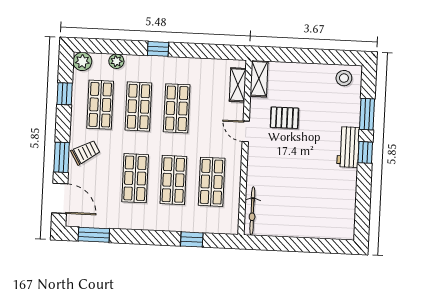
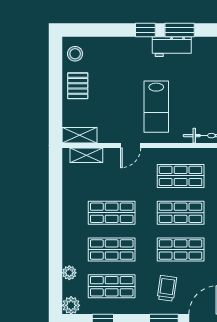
window: (158, 49) -> (56, 233), removed
window: (367, 114) -> (180, 30), moved
pallet: (284, 118) -> (78, 86), moved
workbench: (348, 147) -> (172, 47), moved
trolley: (85, 152) -> (167, 288), moved, turned 38
lab bench: (285, 160) -> (156, 107), added

